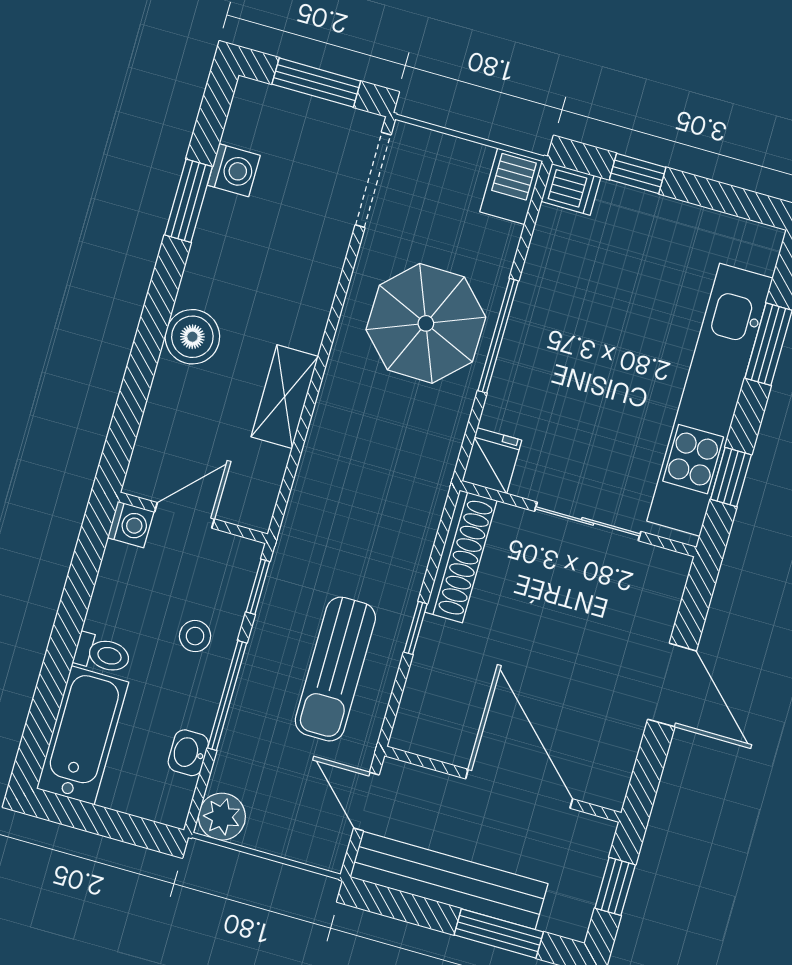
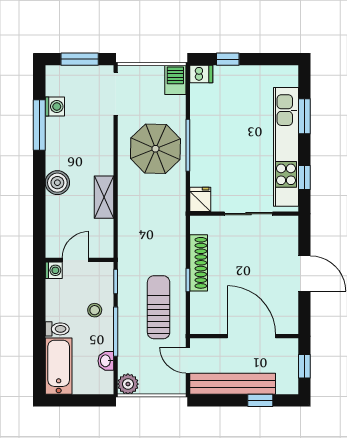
window: (188, 201) -> (39, 125), width x1.44
shoe rack: (461, 556) -> (199, 263), moved
sun lounger: (335, 669) -> (159, 307), turned 180
window: (499, 933) -> (260, 400), width x0.67

